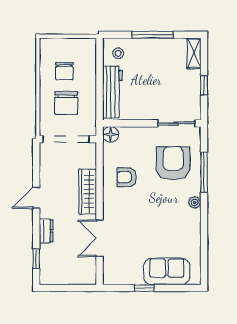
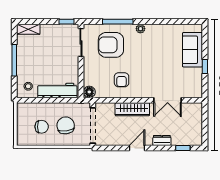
window: (204, 85) -> (66, 22), moved
chair: (66, 103) -> (66, 125), turned -97
door: (36, 198) -> (137, 148), swing flipped

